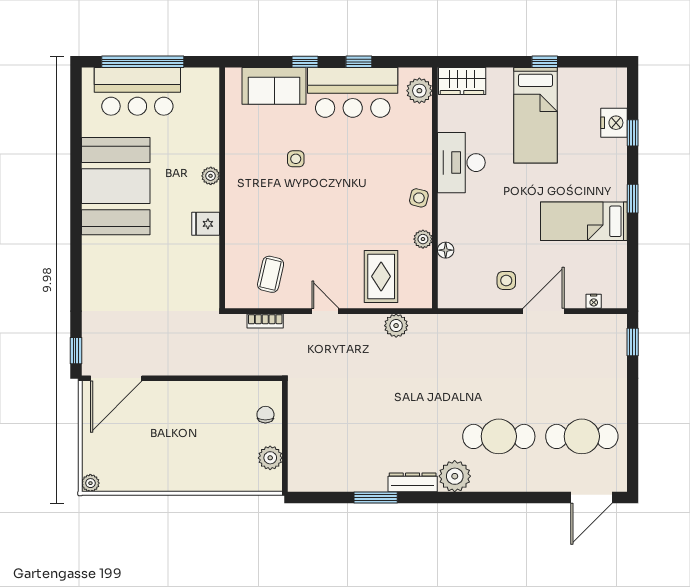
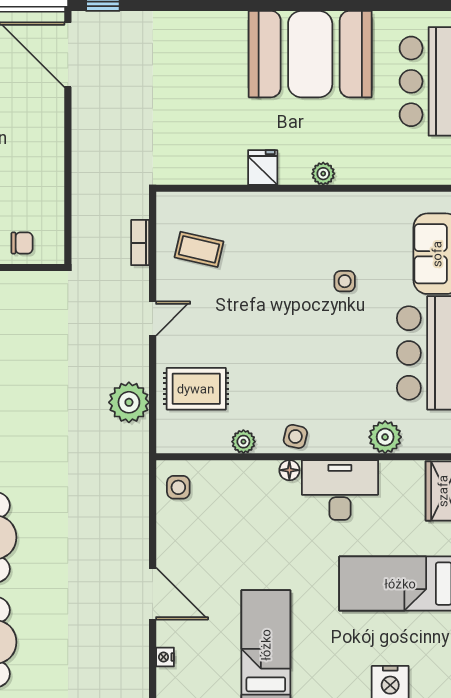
plant: (419, 91) -> (385, 437), moved
floor lamp: (446, 250) -> (289, 470), moved
side table: (506, 280) -> (178, 487), moved
plant: (396, 326) -> (129, 402), width x1.36, depth x1.36

